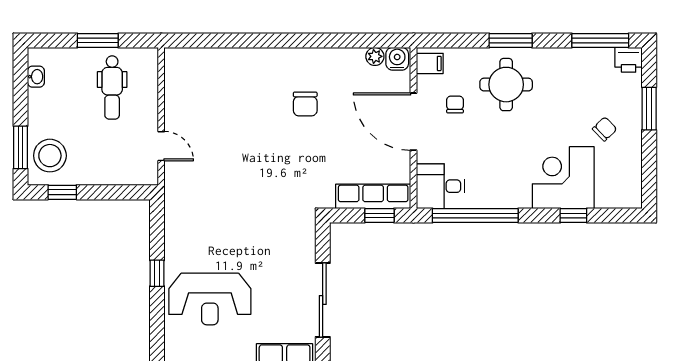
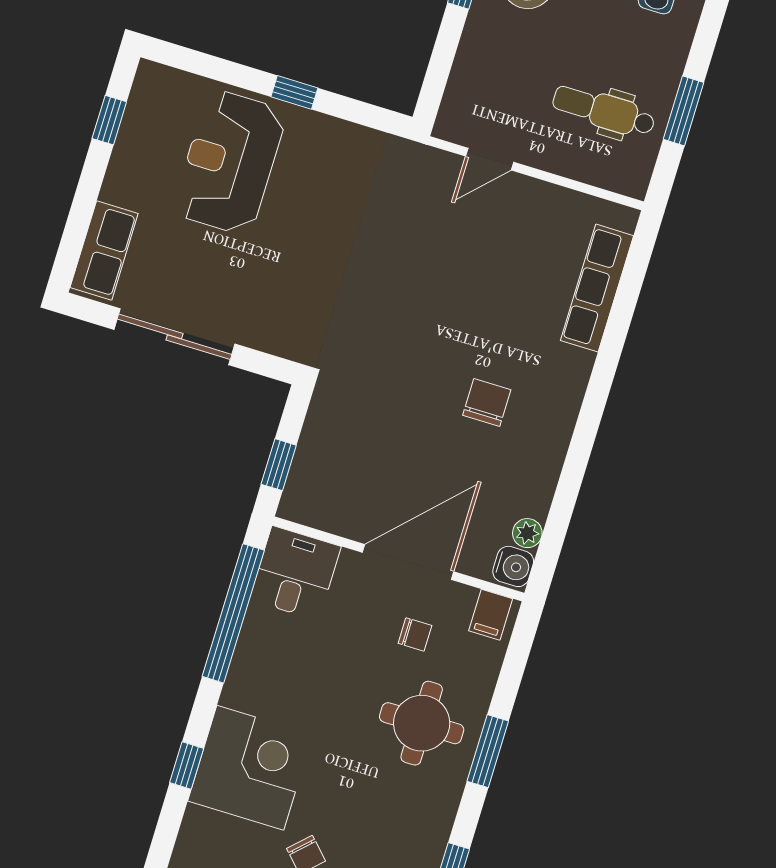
chair: (305, 104) -> (487, 402), turned 90
row of seats: (373, 196) -> (597, 288), moved, turned 180

